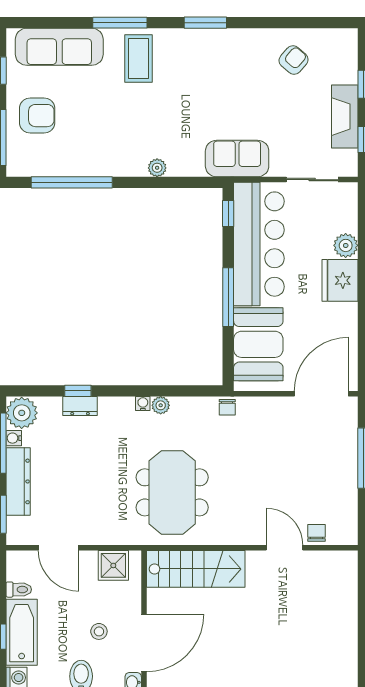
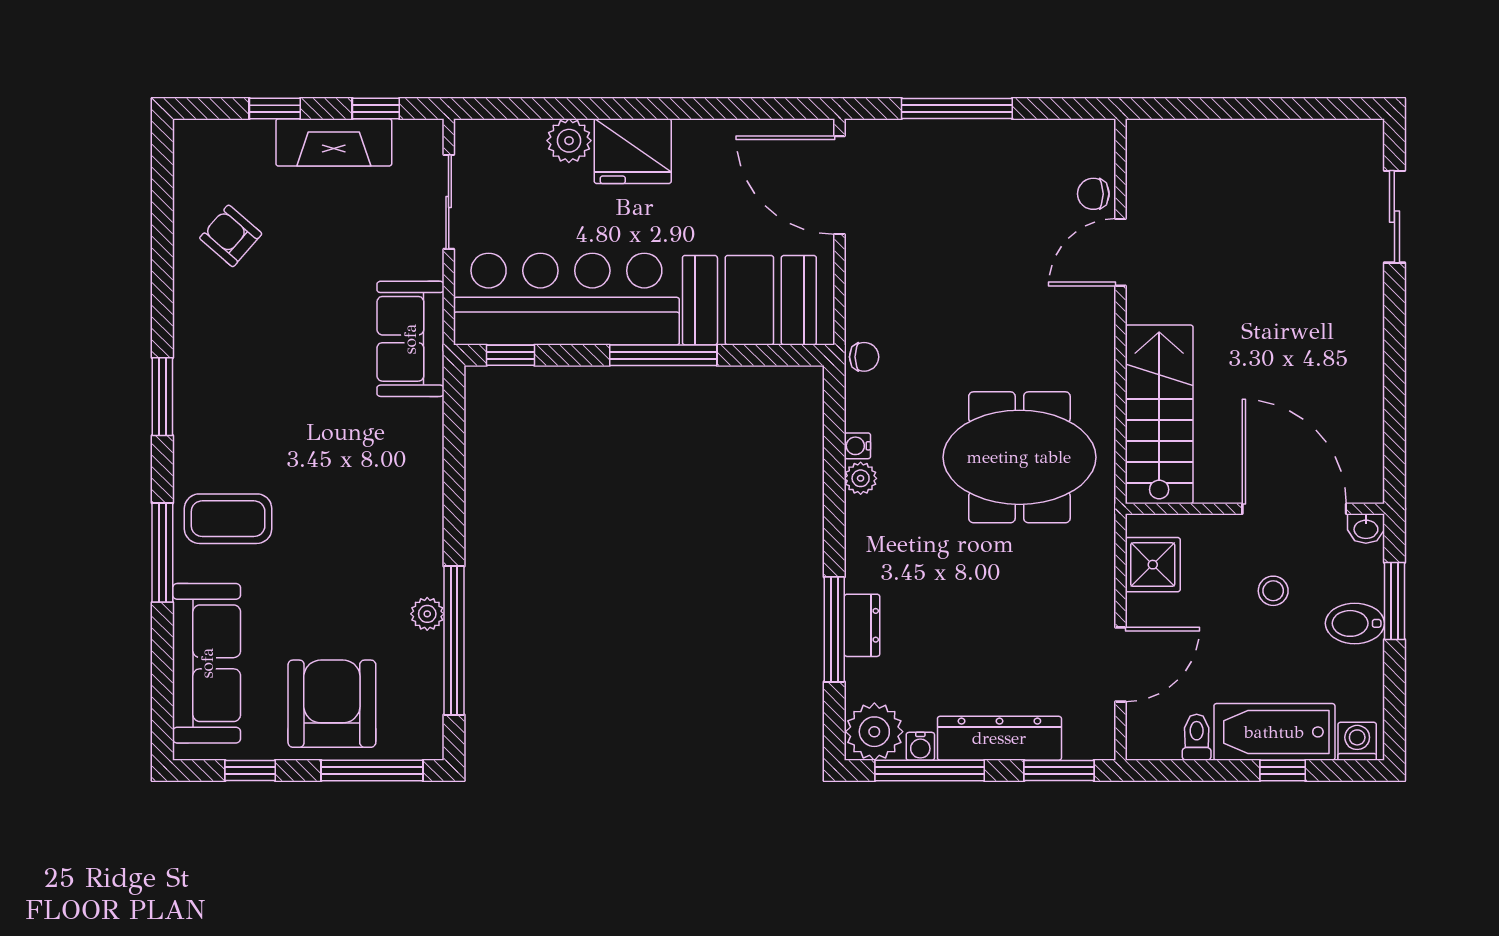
armchair: (37, 116) -> (332, 704), width x1.36, depth x1.36
plant: (157, 168) -> (427, 614), moved
window: (78, 391) -> (834, 629), width x2.17
water cooler: (143, 404) -> (857, 446), moved

